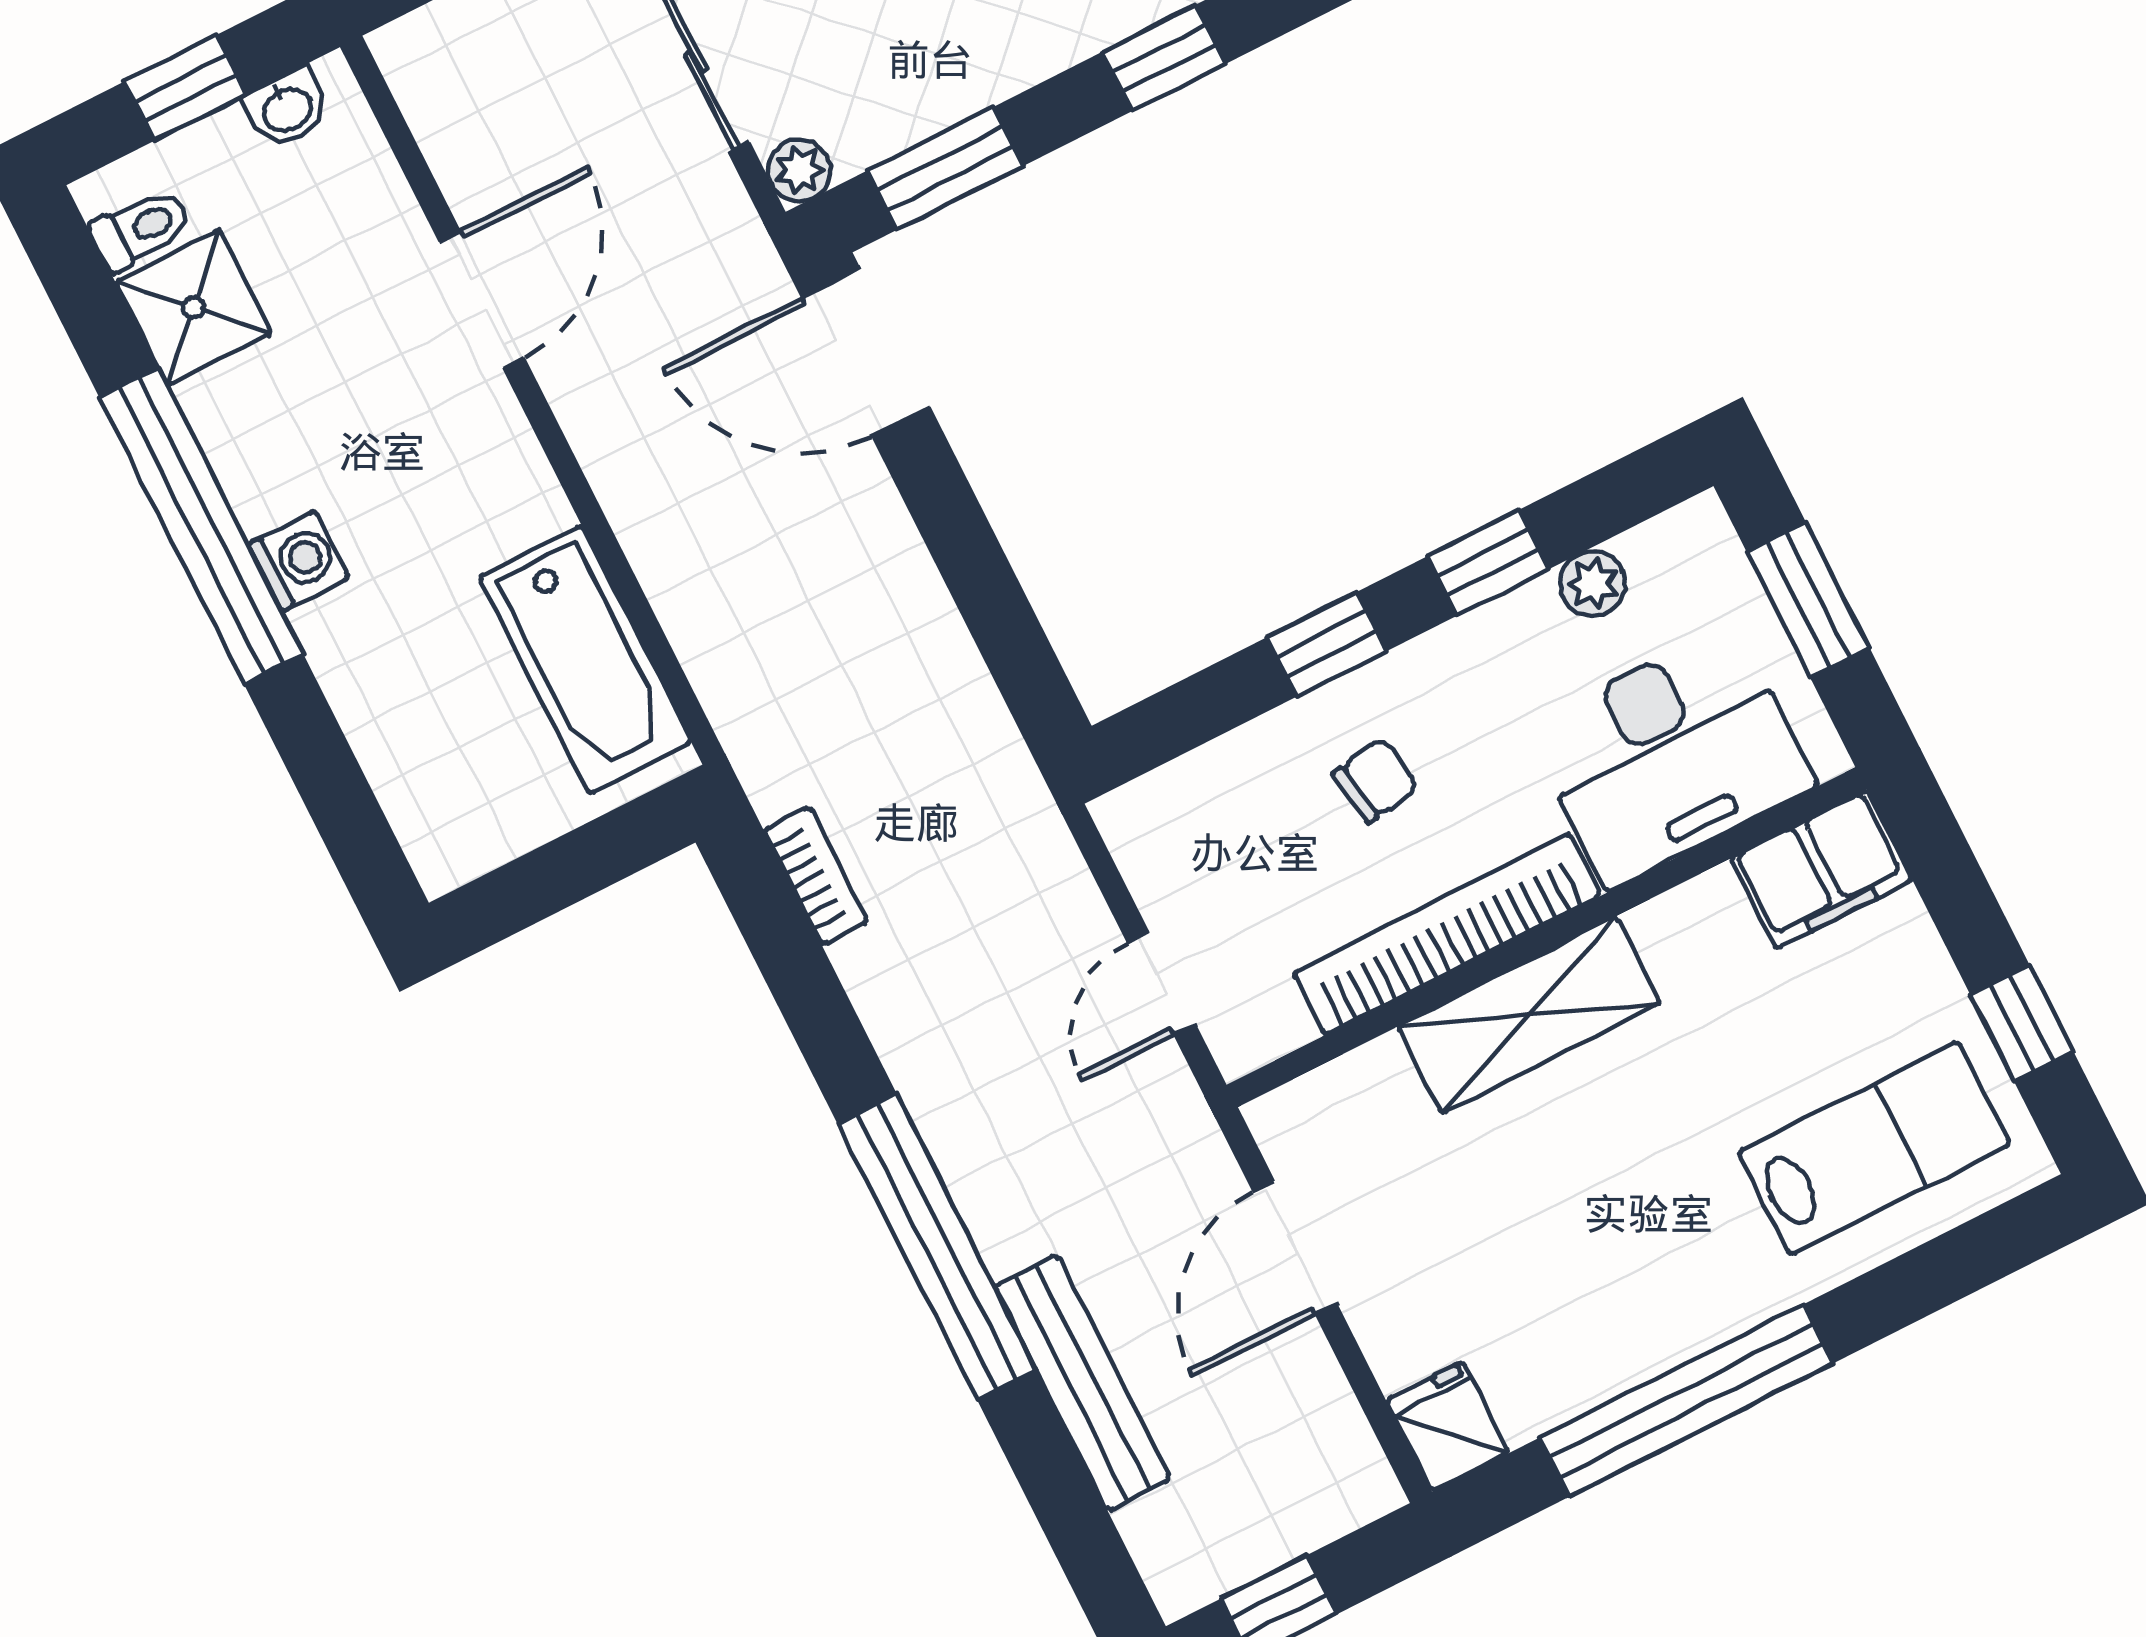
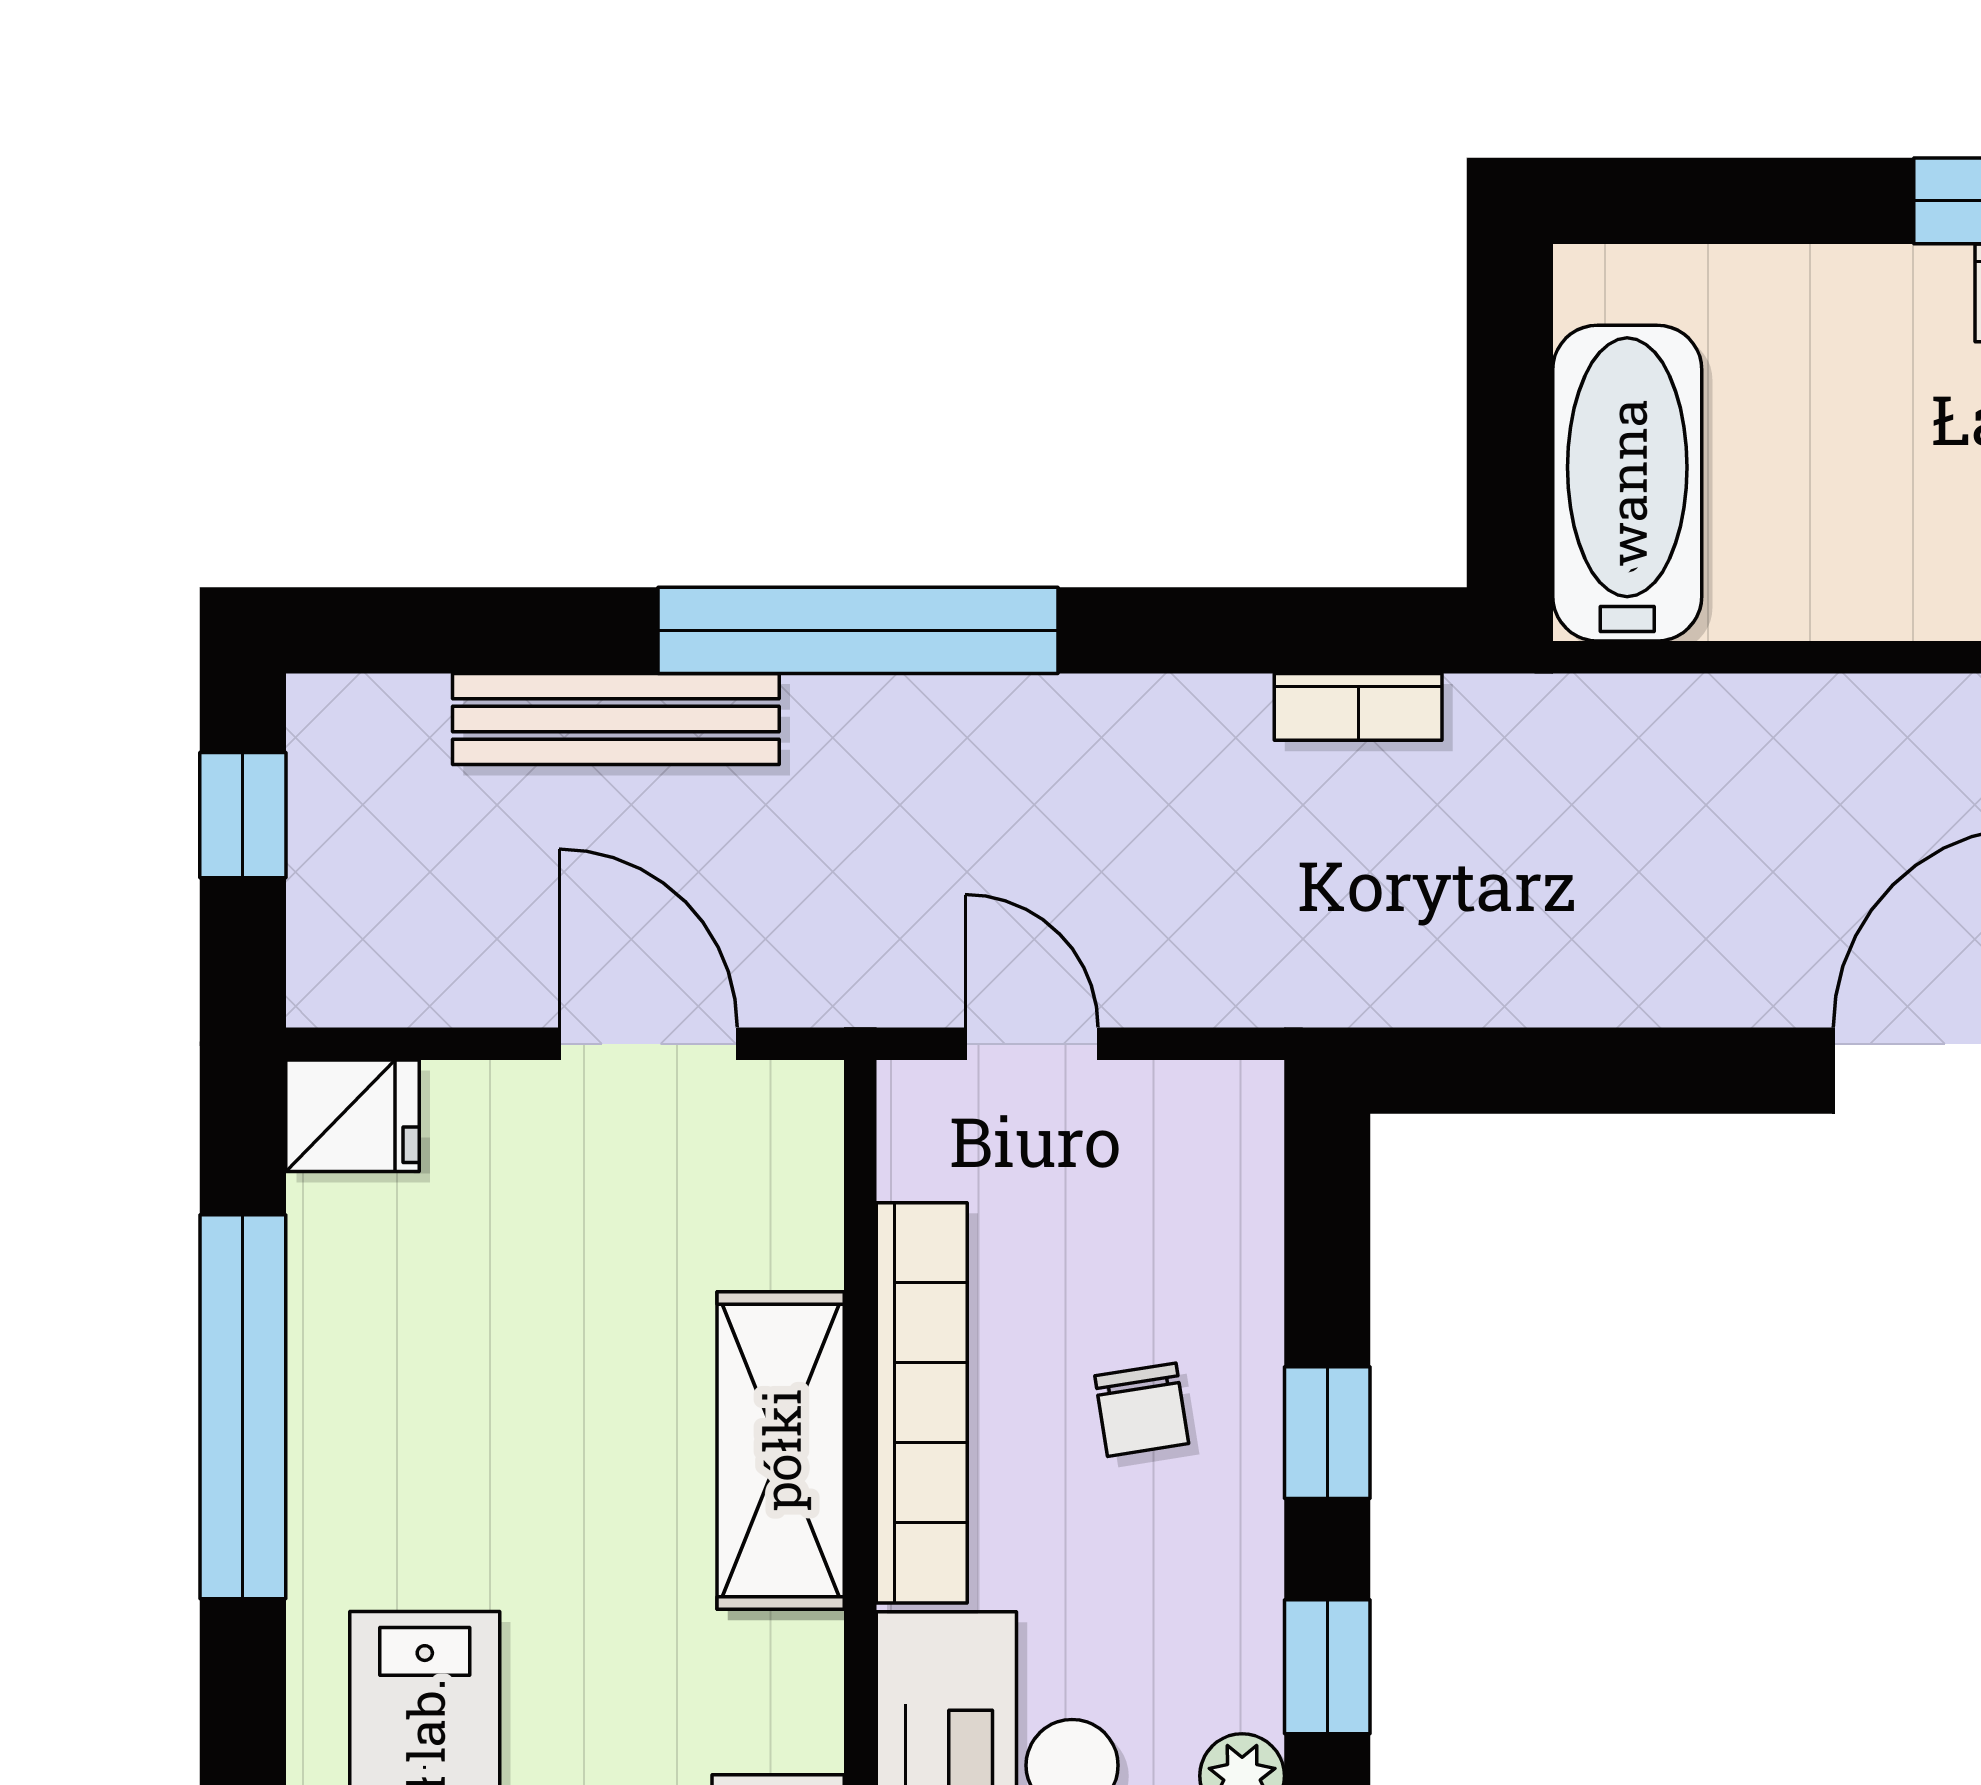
bathtub: (585, 660) -> (1627, 483), moved, turned 90

